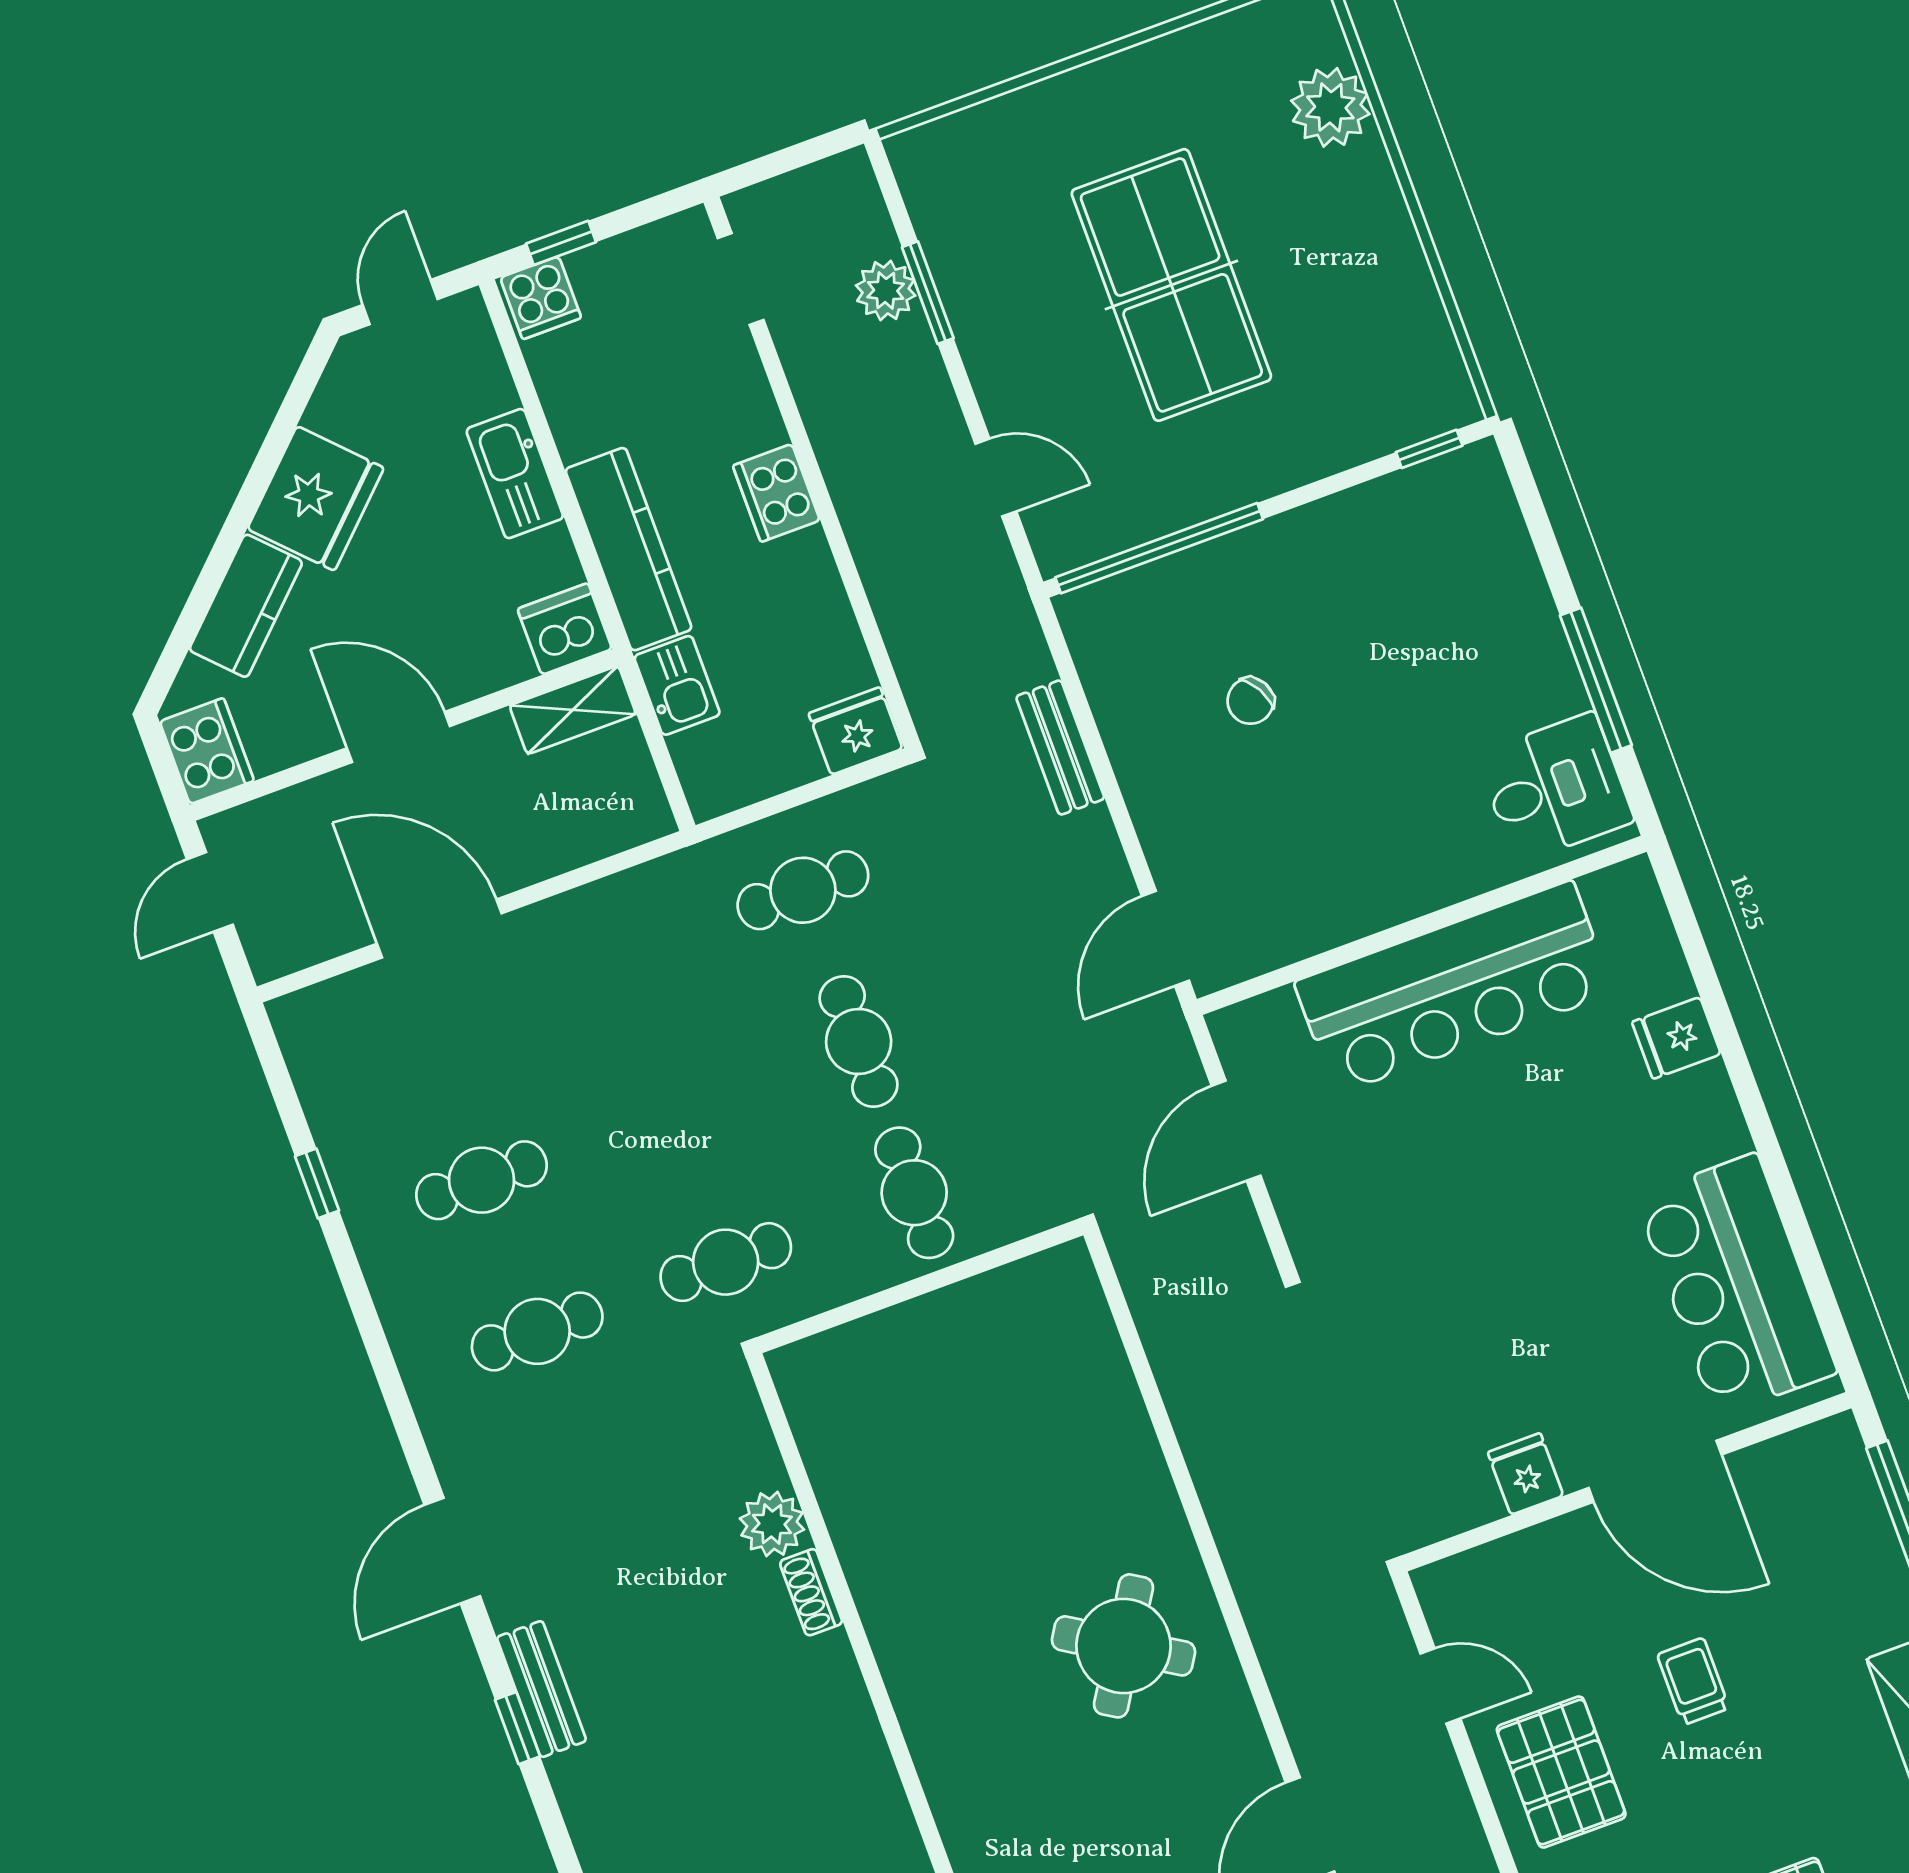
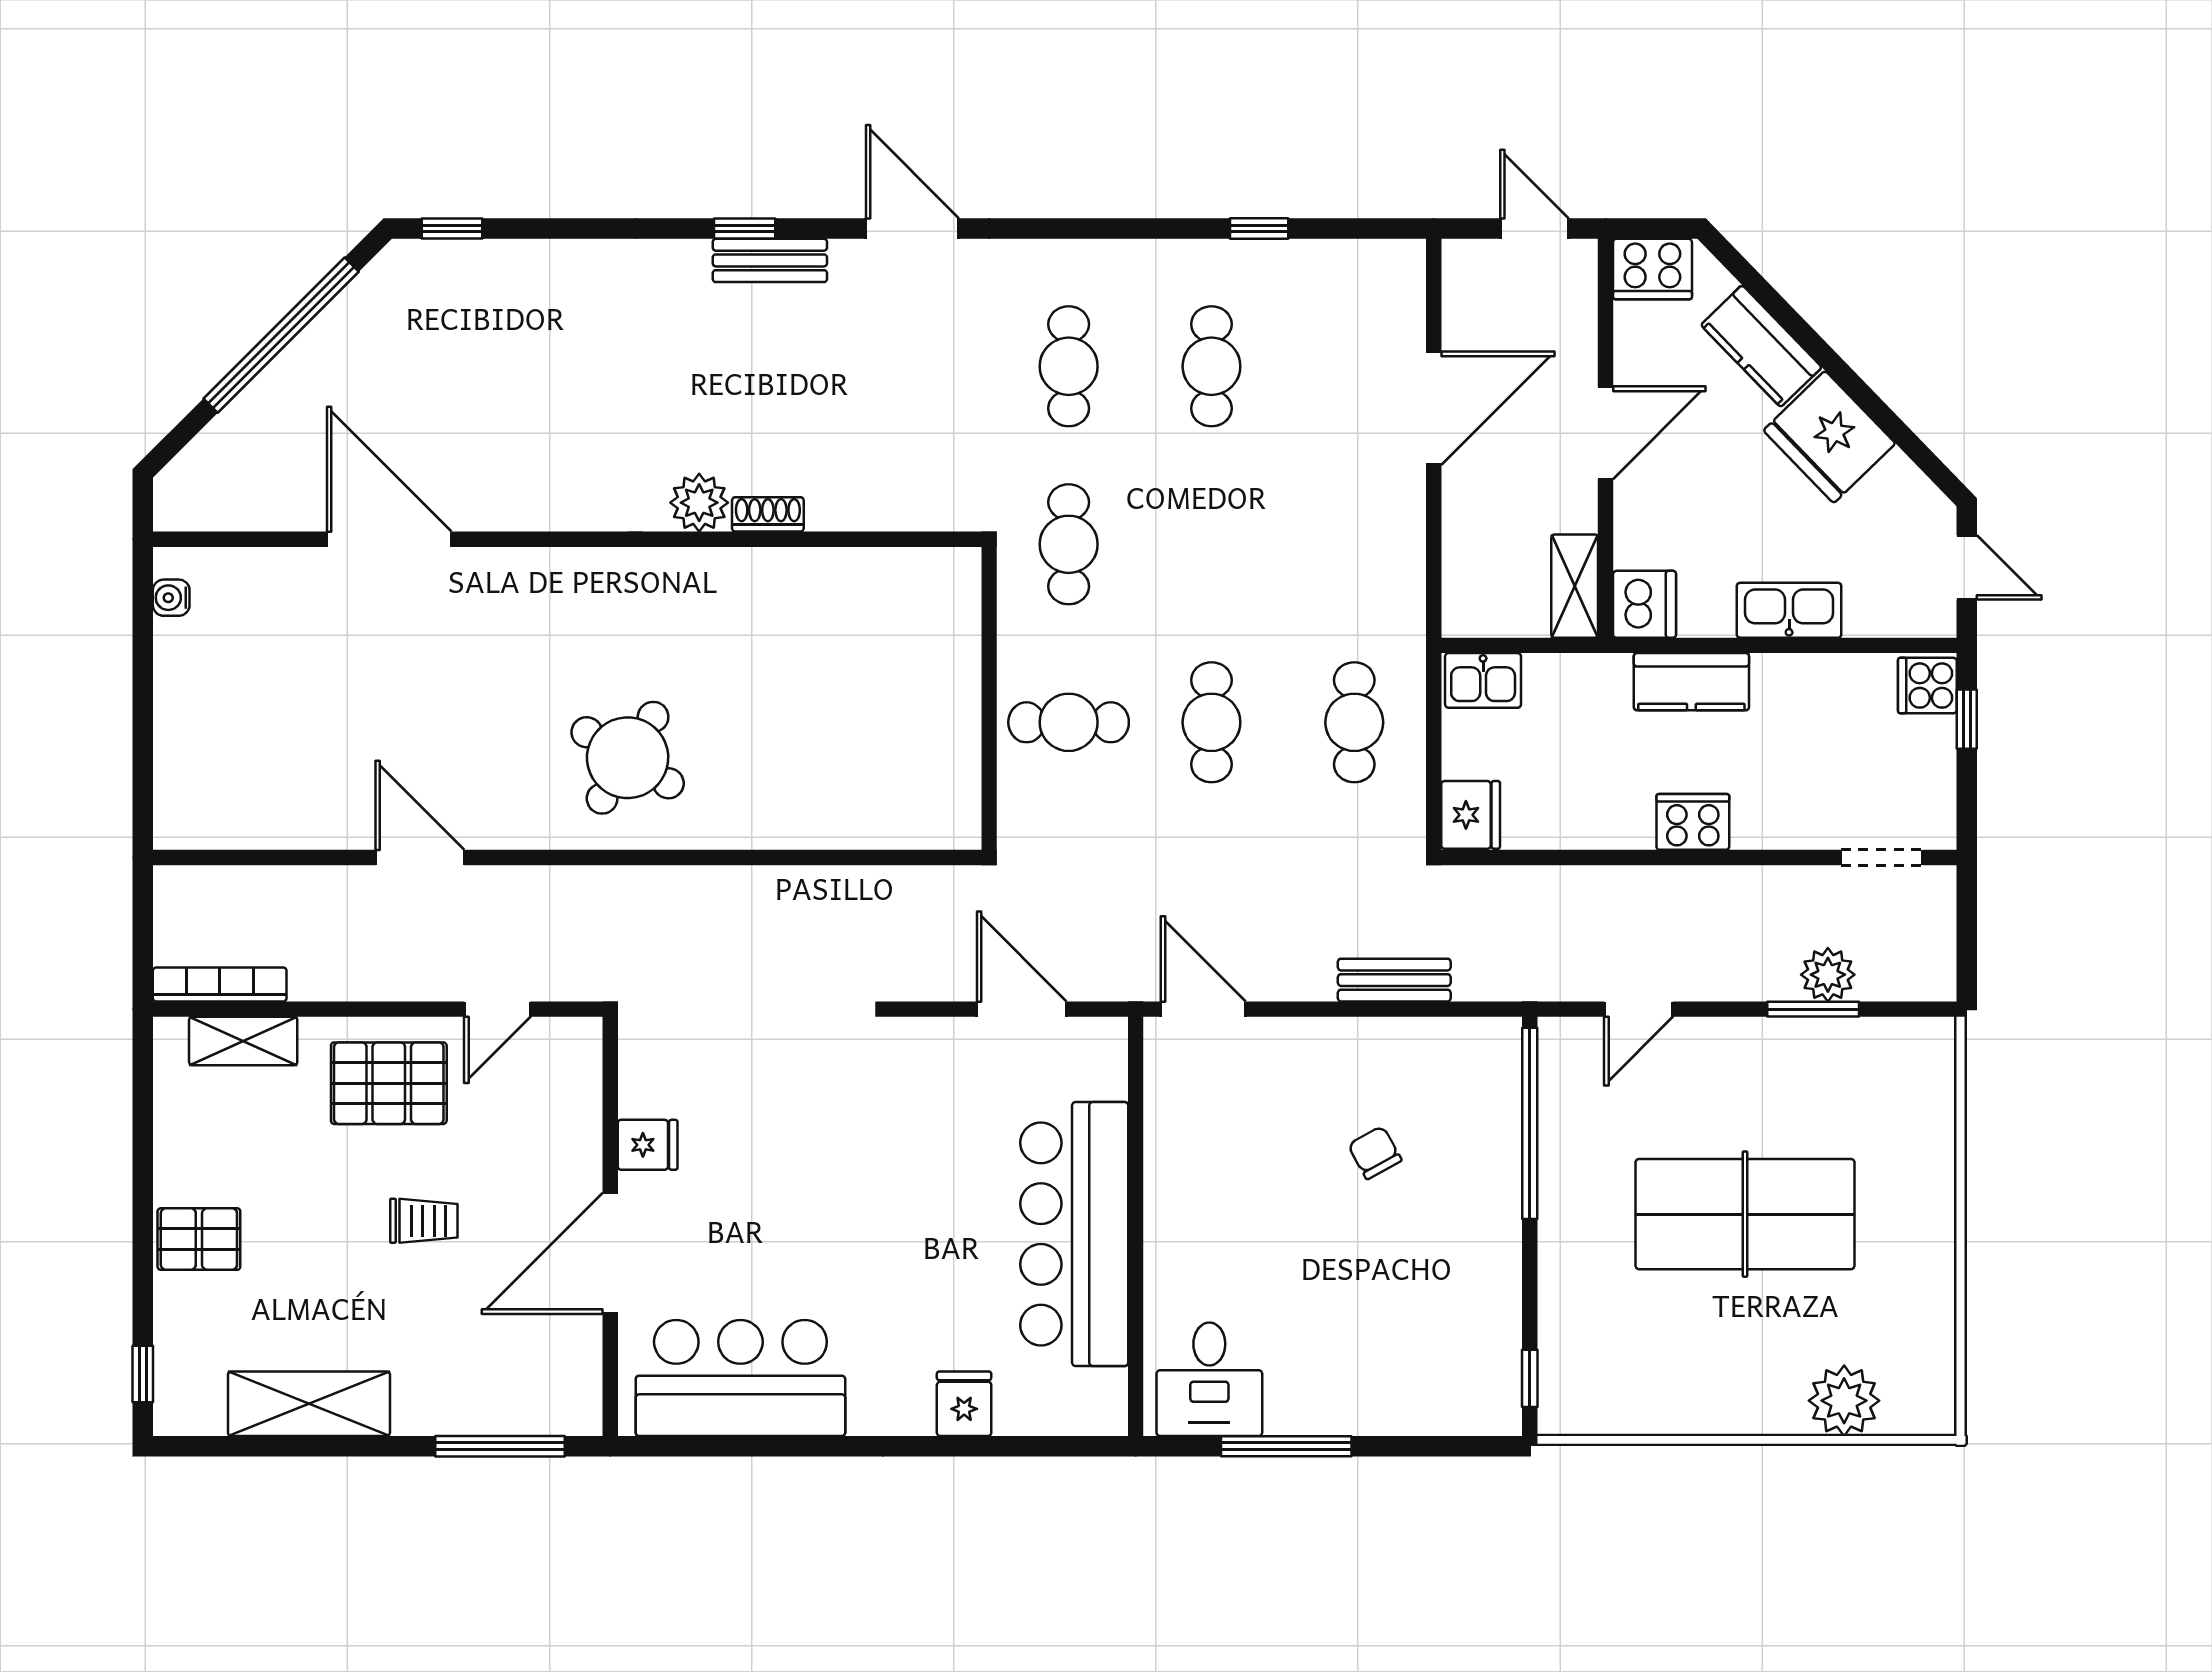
kitchen counter: (629, 549) -> (1691, 682), width x0.67
kitchen sink: (677, 685) -> (1483, 680), moved
cafe table: (859, 1041) -> (1211, 722), turned 90
plant: (772, 1524) -> (699, 503), moved

